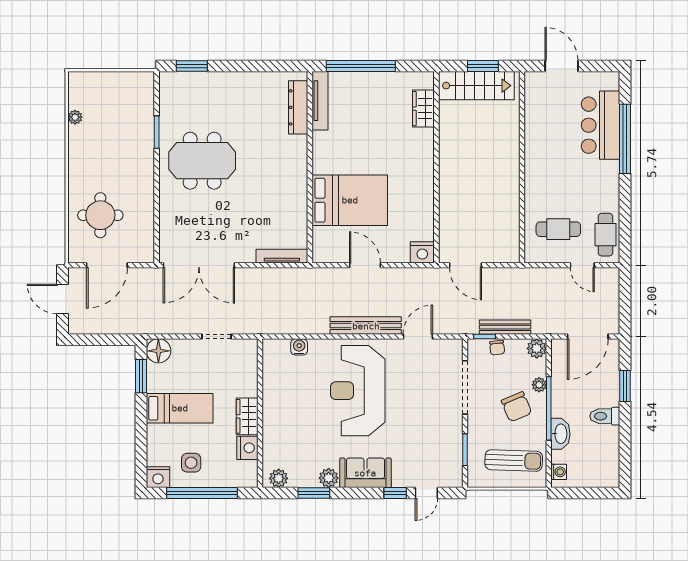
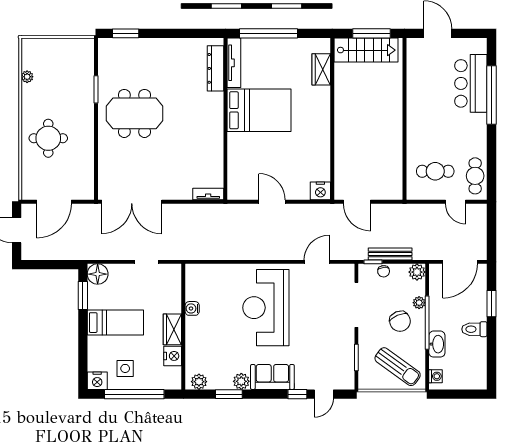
window: (483, 66) -> (371, 33), width x1.44
bed: (350, 200) -> (259, 110), moved
round table: (100, 215) -> (48, 138), moved
tv unit: (282, 256) -> (208, 194), width x0.71
bench: (366, 326) -> (272, 253), removed
water cooler: (299, 347) -> (192, 308), moved, turned -90
sun lounger: (514, 460) -> (398, 367), turned 34

